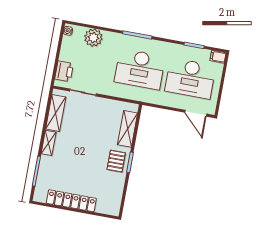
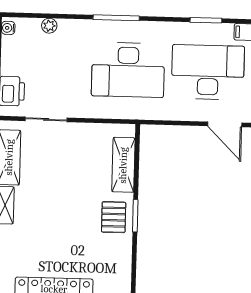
plant: (93, 38) -> (49, 26), width x0.53, depth x0.53
desk: (190, 78) -> (208, 72), turned 180

